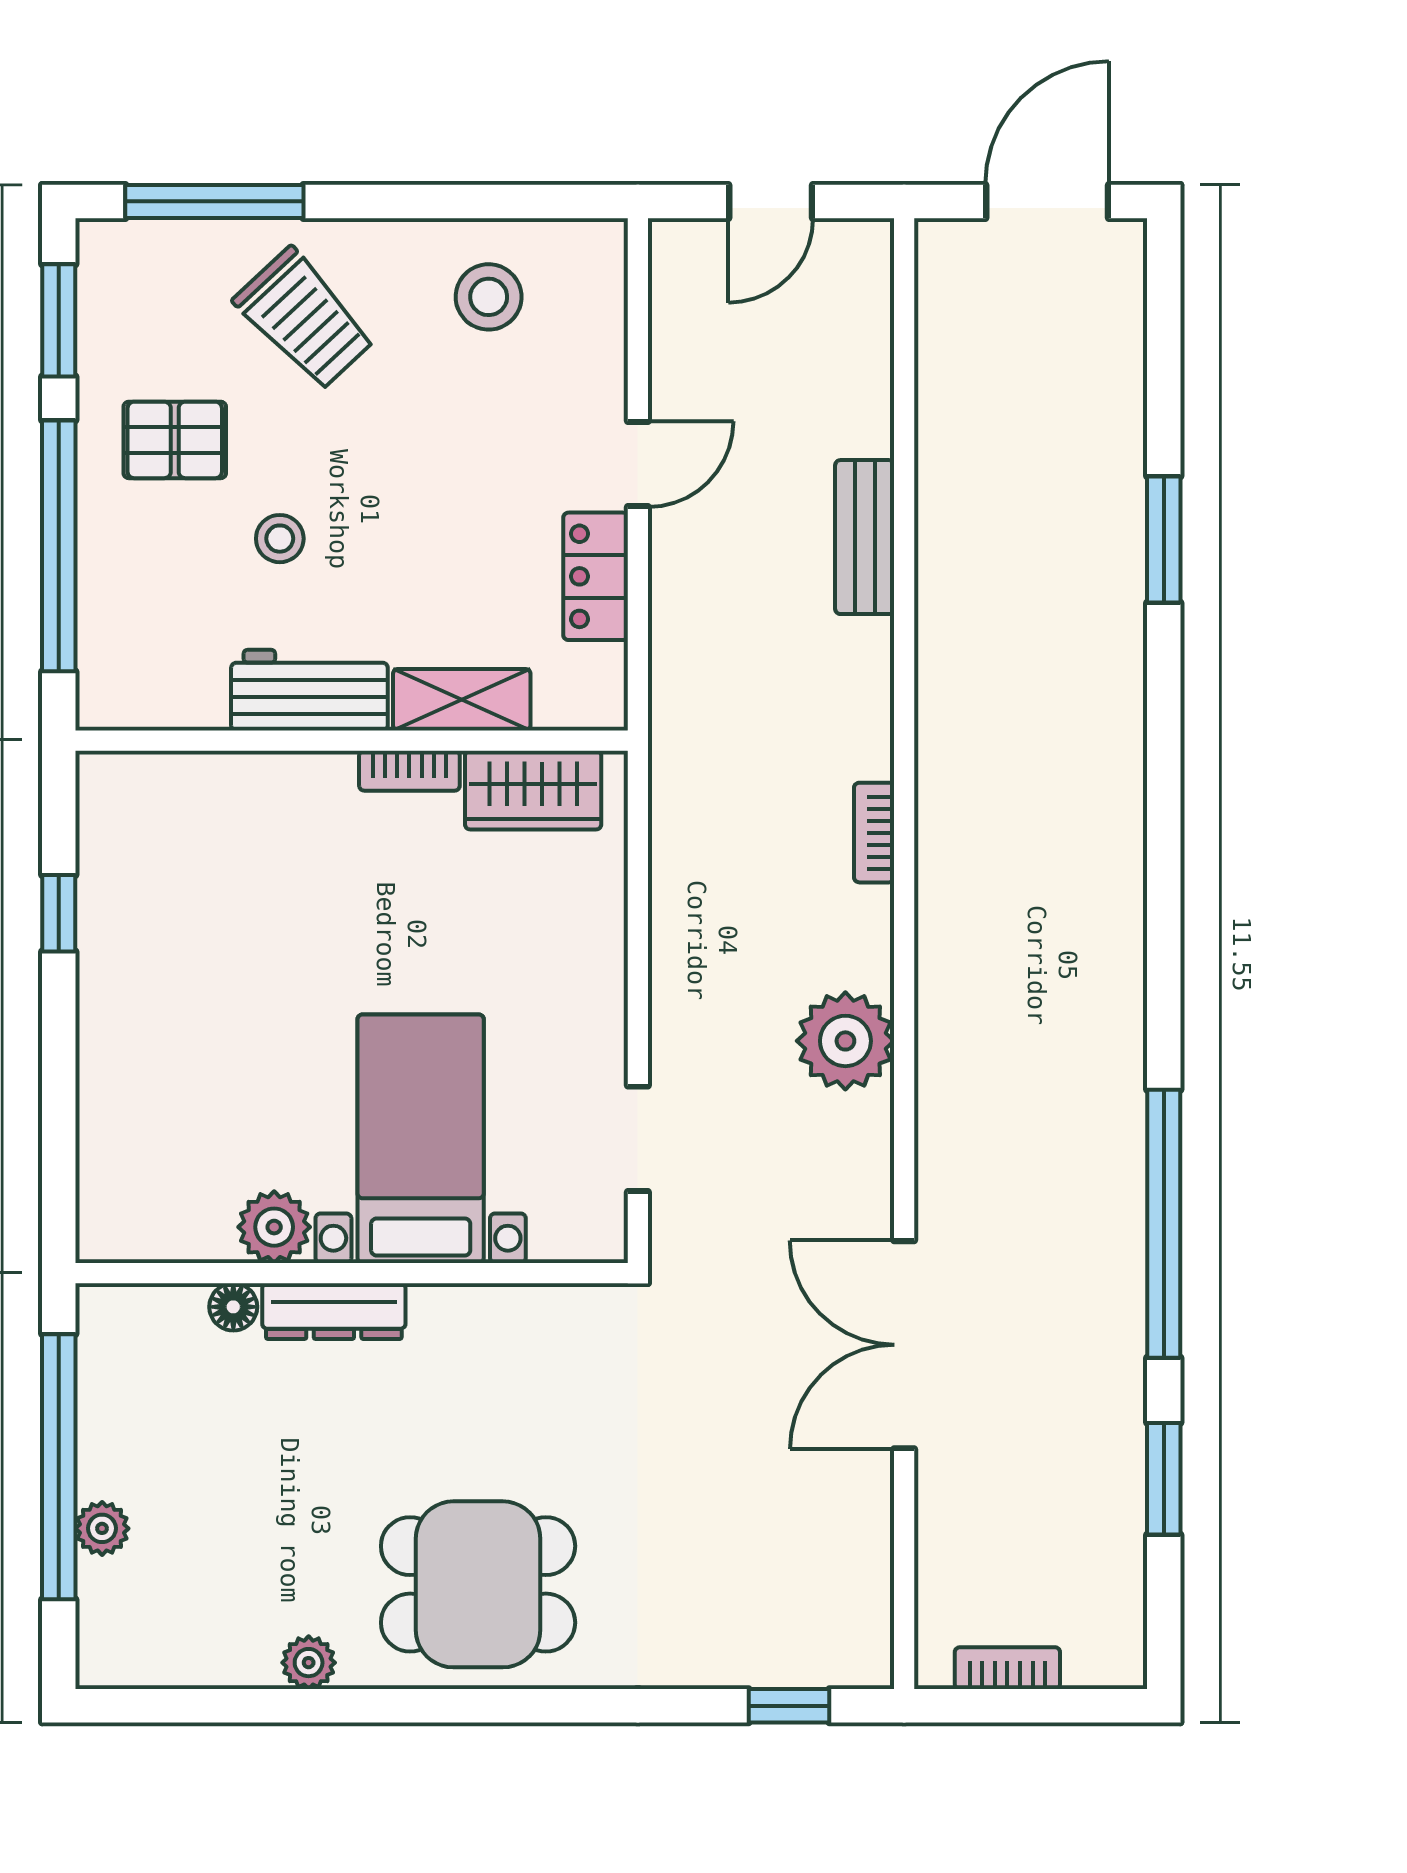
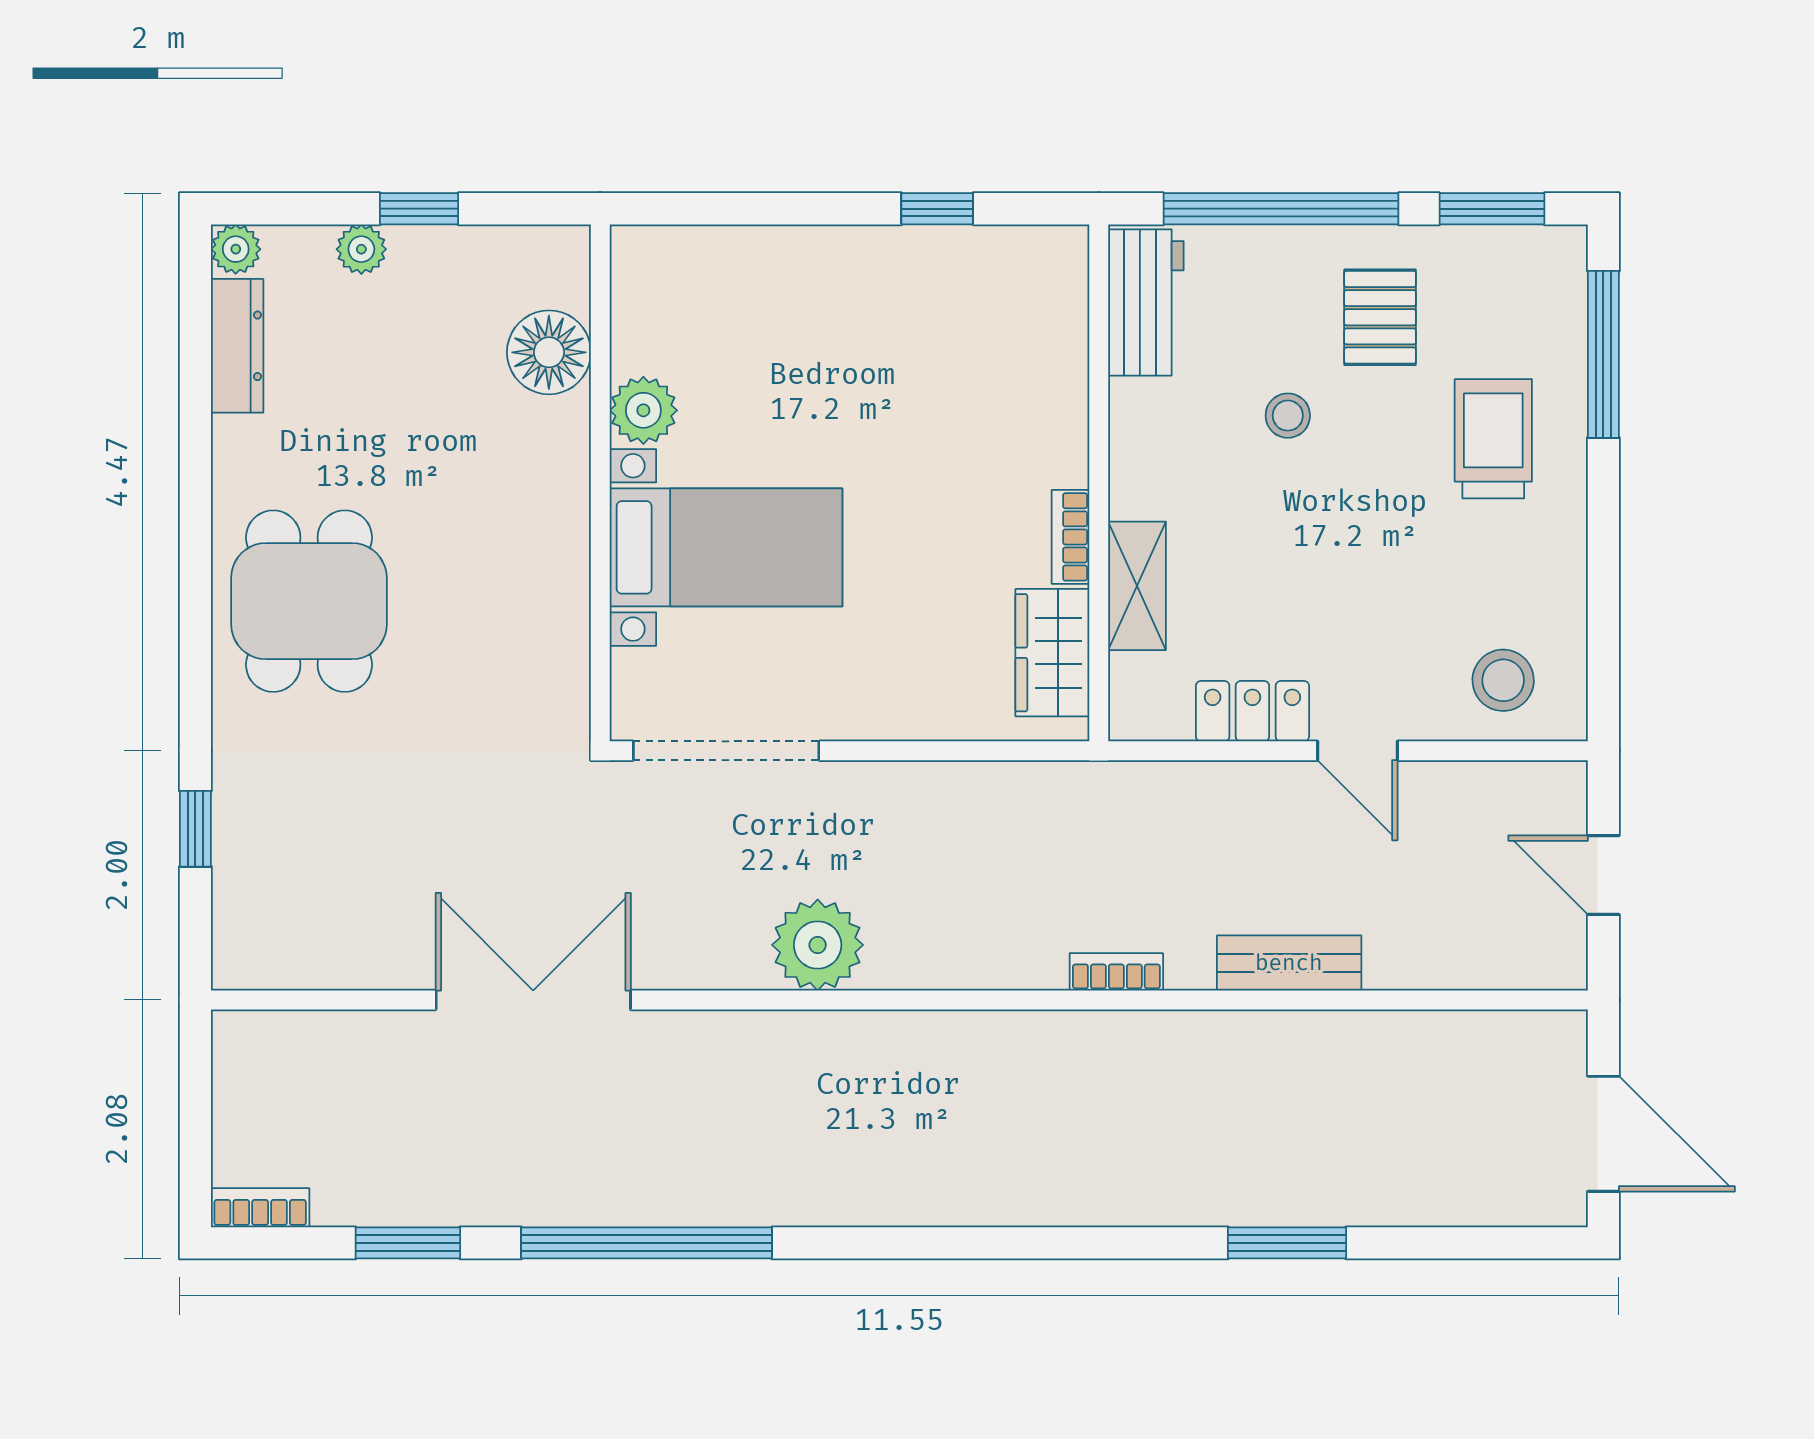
stool: (489, 297) -> (1503, 680), moved
trolley: (305, 319) -> (1493, 439), turned 133
workbench: (309, 690) -> (1146, 303), moved
bookcase: (874, 833) -> (1116, 972), moved
doorway: (638, 1139) -> (726, 751), width x1.88
floor lamp: (233, 1307) -> (549, 352), width x1.89, depth x1.89
dresser: (334, 1311) -> (237, 346), moved, turned 180
window: (59, 1467) -> (419, 209), width x0.32
plant: (309, 1663) -> (236, 249), moved
bookcase: (1007, 1668) -> (260, 1208), moved, turned -90
window: (789, 1706) -> (195, 829), moved

